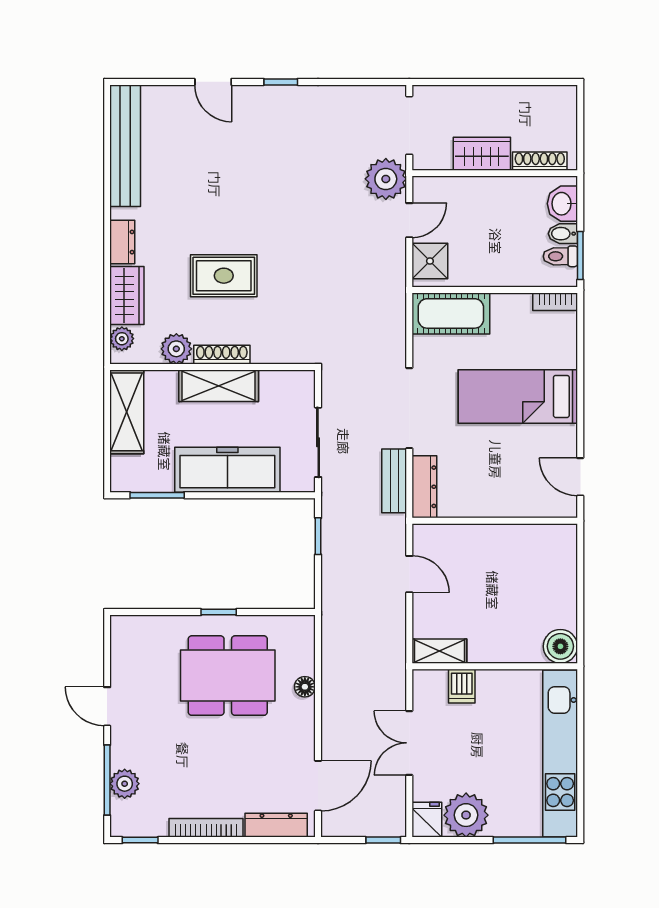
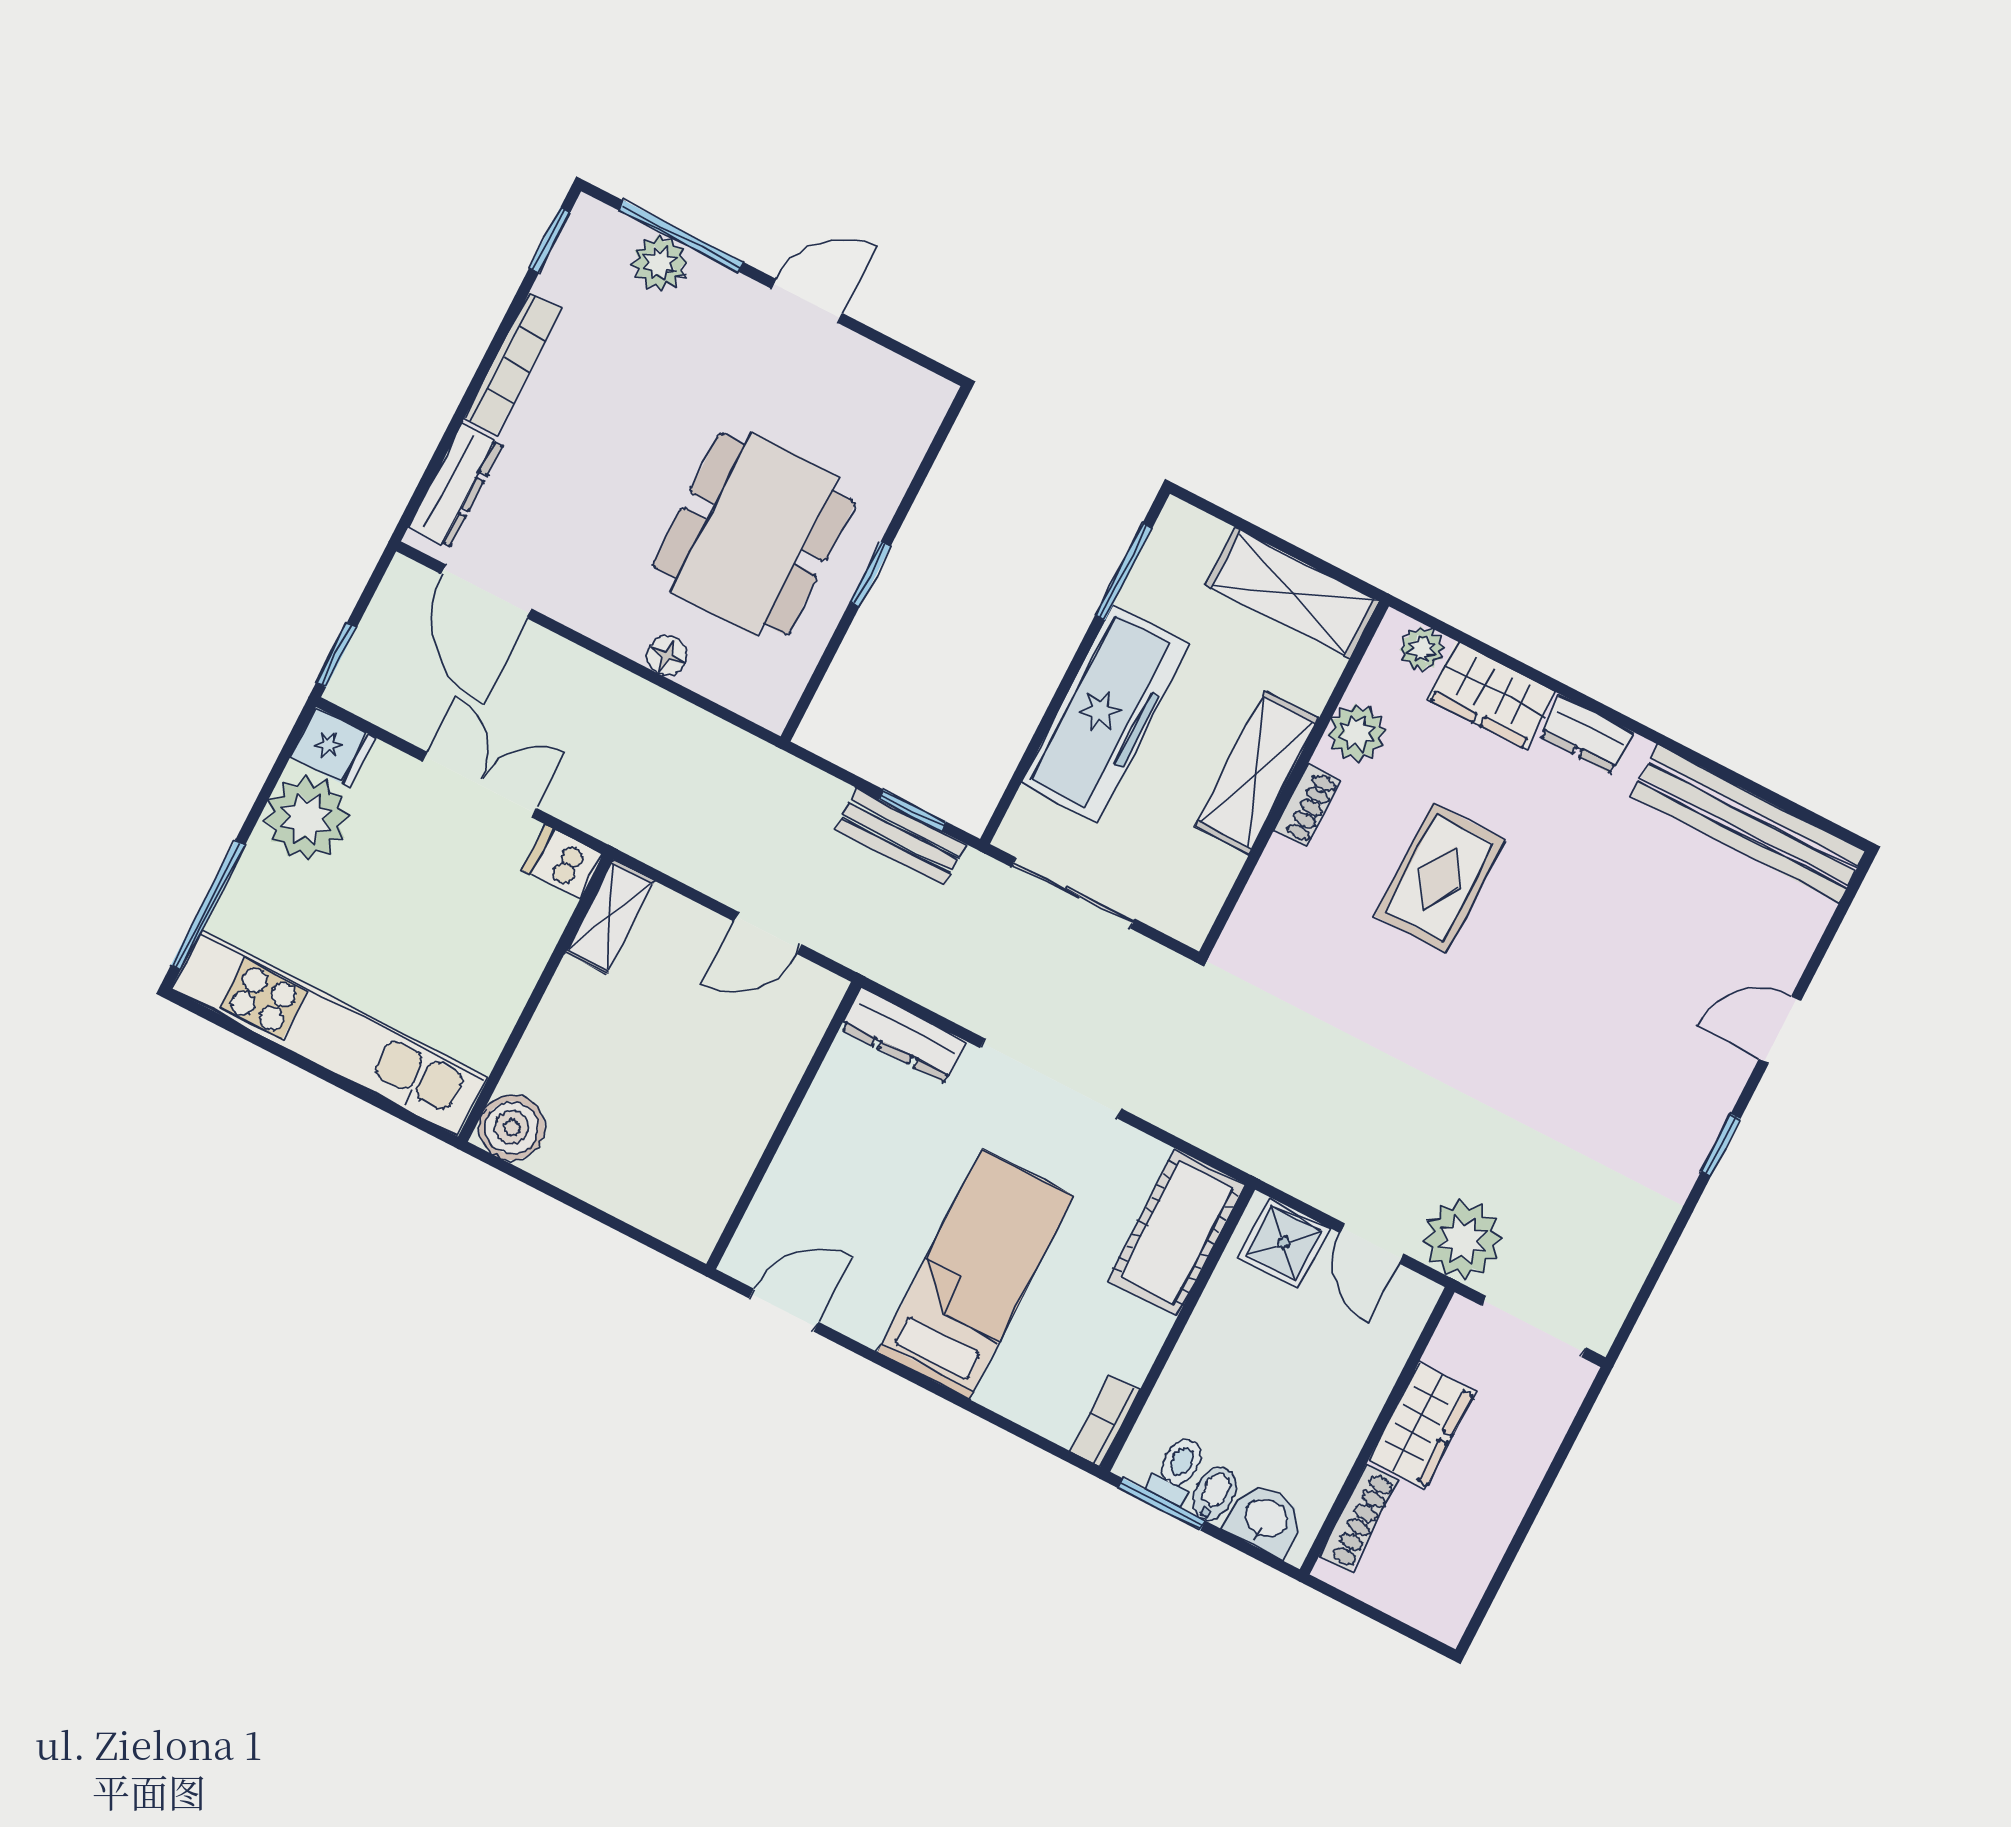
shoe rack: (222, 355) -> (1307, 805), width x0.70
bench: (394, 481) -> (901, 837), moved
dishwasher: (462, 686) -> (562, 862), moved

